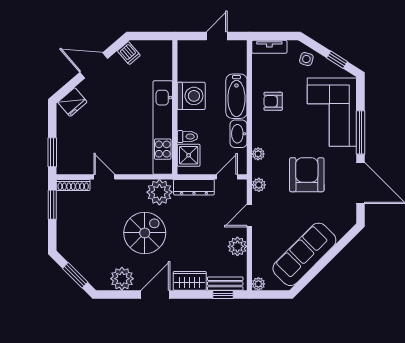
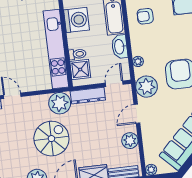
plant: (259, 185) -> (147, 87), width x1.87, depth x1.87

